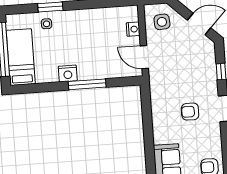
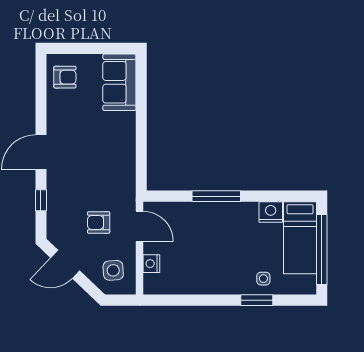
nightstand: (68, 73) -> (271, 212), moved
armchair: (190, 112) -> (99, 222), moved, turned 180

